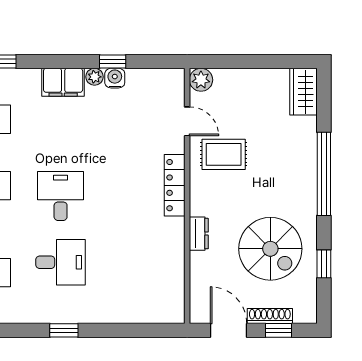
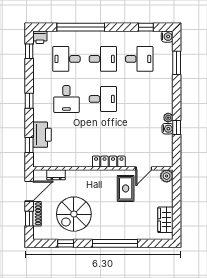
filing cabinet: (63, 82) -> (165, 100), removed
wardrobe: (304, 92) -> (165, 220), moved, turned -90
dresser: (199, 234) -> (56, 175), moved
printer: (126, 307) -> (42, 135), added
window: (145, 330) -> (29, 145), added

